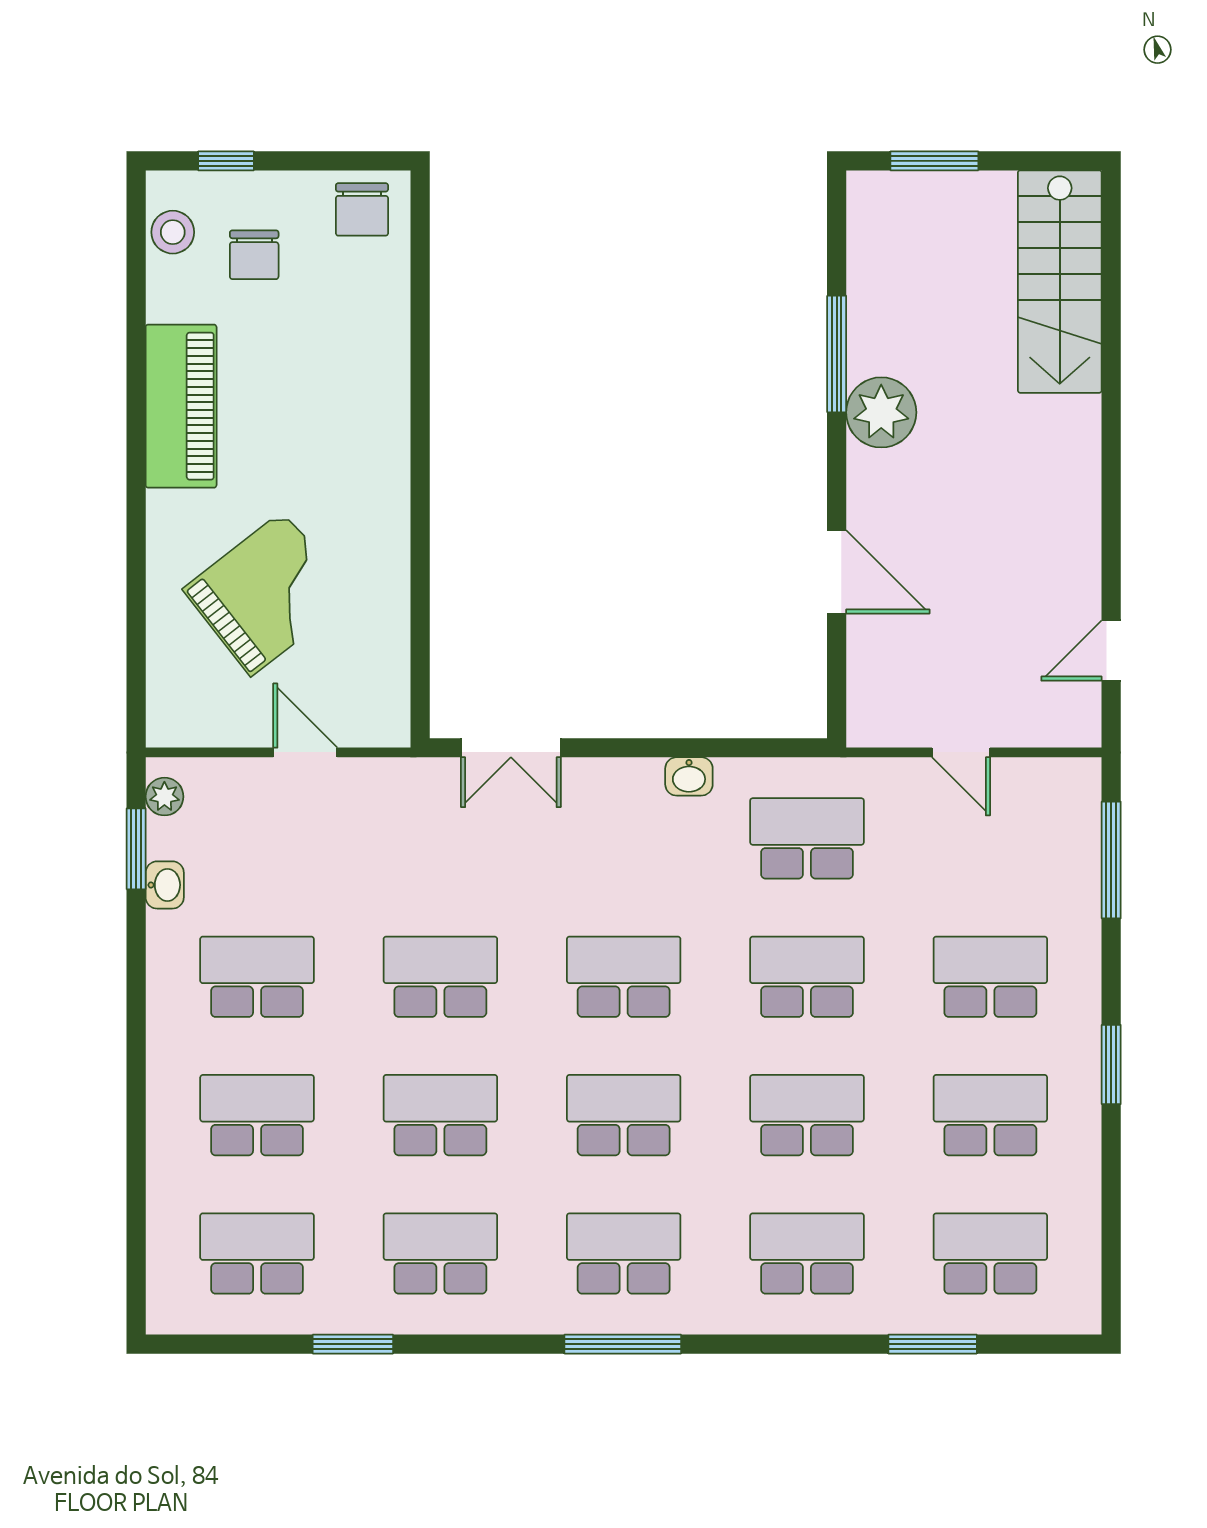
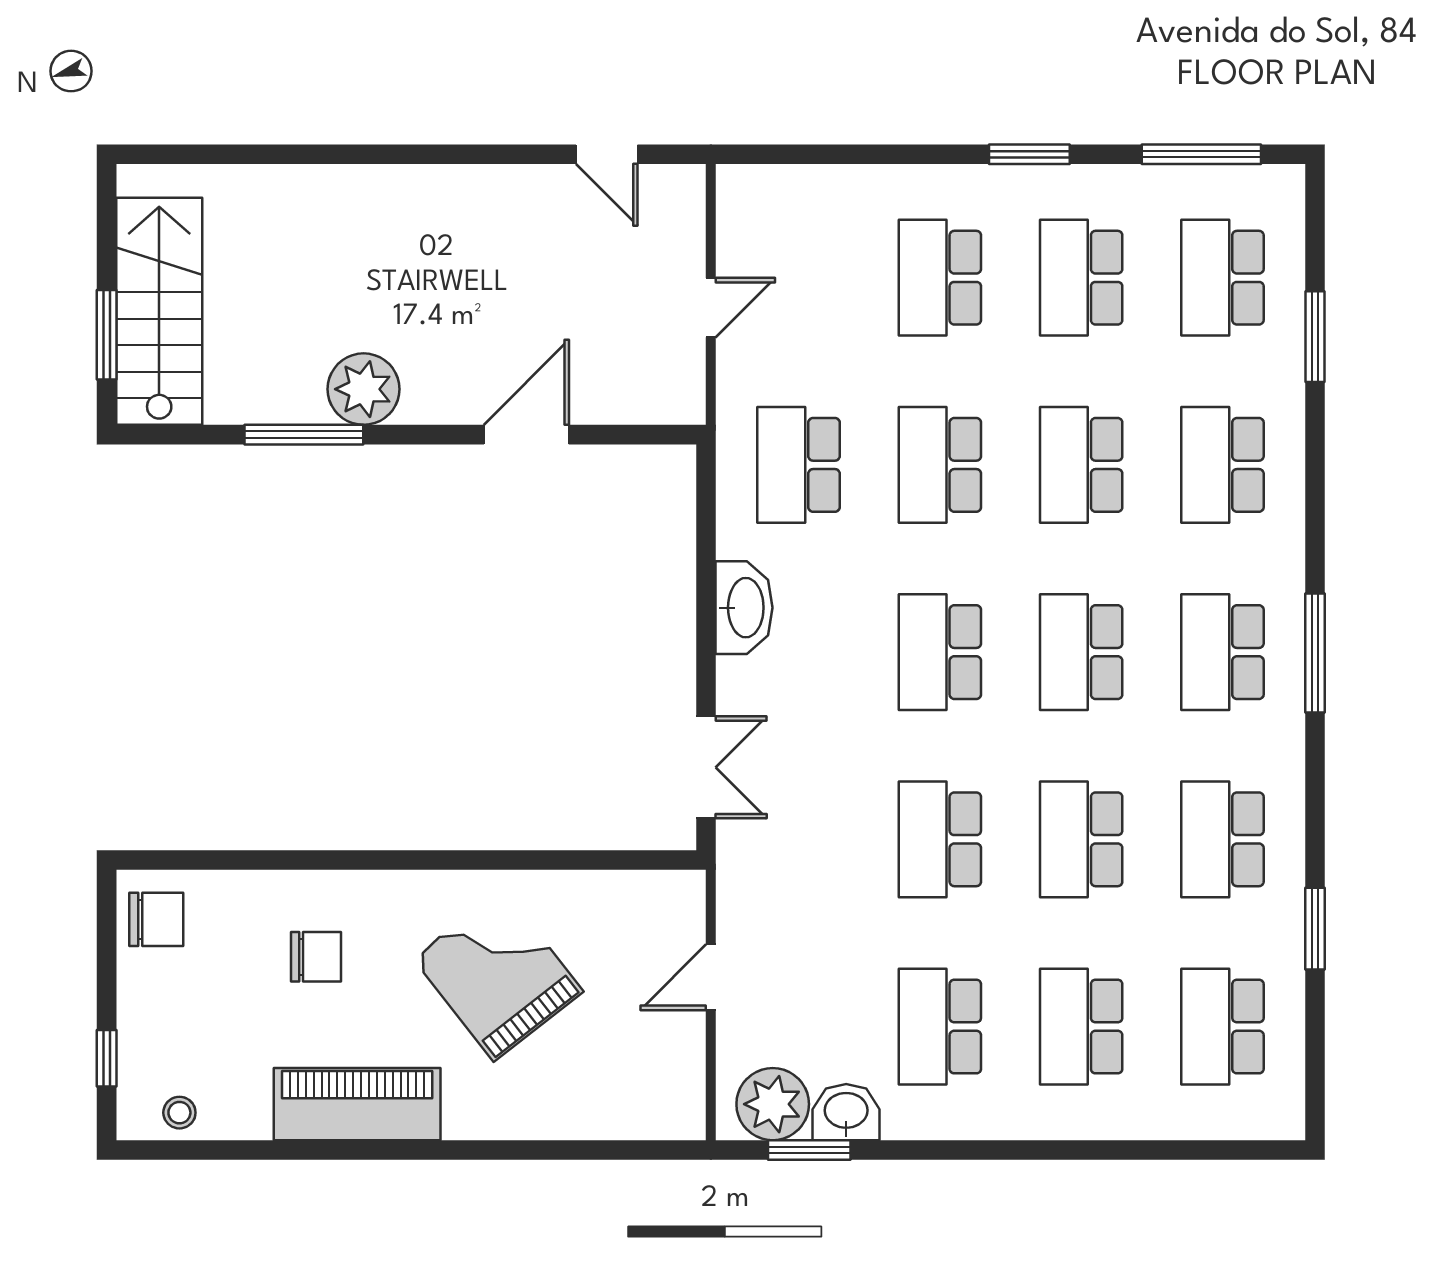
stool: (173, 232) -> (179, 1113), width x0.73, depth x0.73
chair: (254, 255) -> (316, 957), moved
stairs: (1060, 282) -> (159, 311), moved, turned -90
grand piano: (267, 593) -> (498, 975), moved
washbasin: (689, 776) -> (744, 608), width x1.91, depth x1.45
plant: (164, 797) -> (773, 1104), width x1.88, depth x1.88
window: (1111, 860) -> (1201, 154), moved
washbasin: (165, 885) -> (846, 1112), width x1.38, depth x1.45

